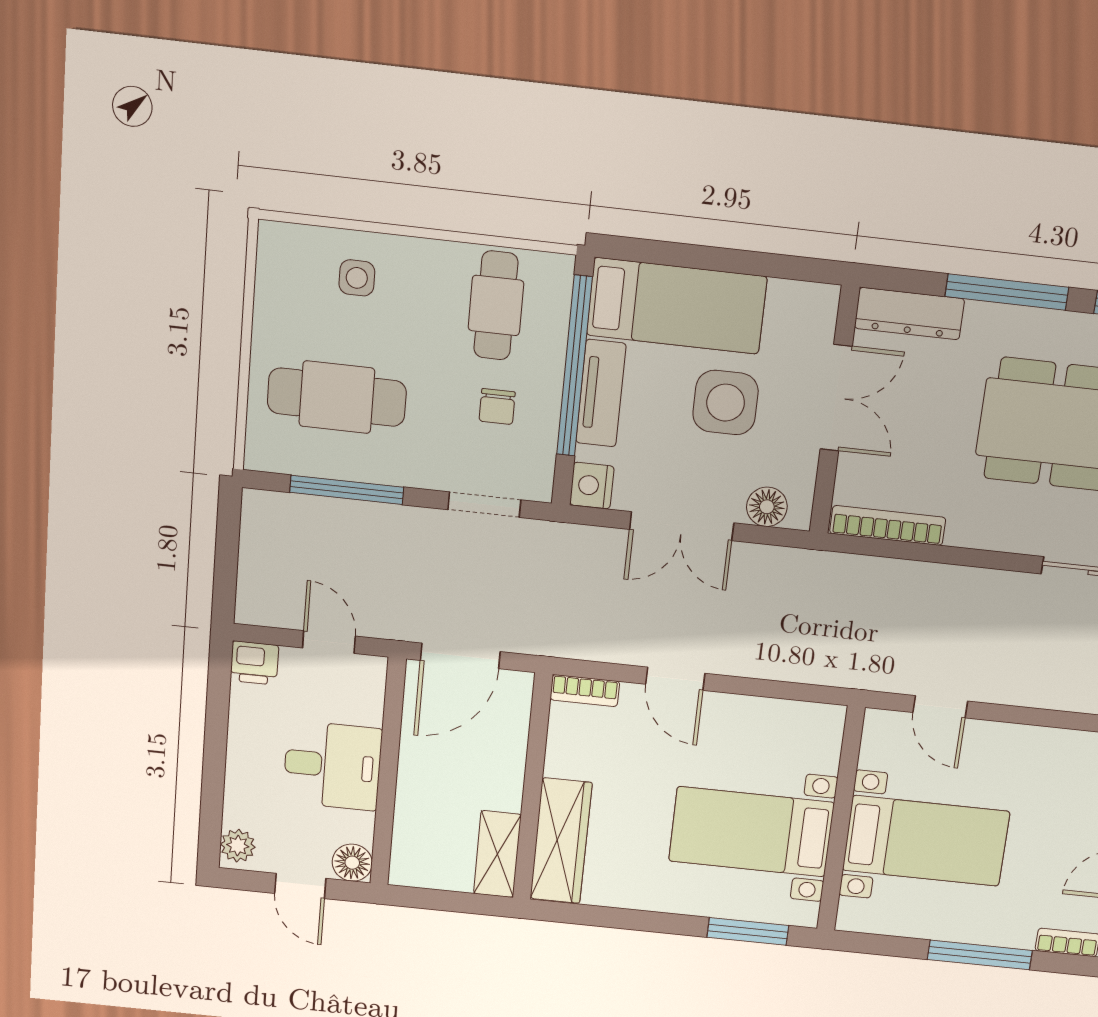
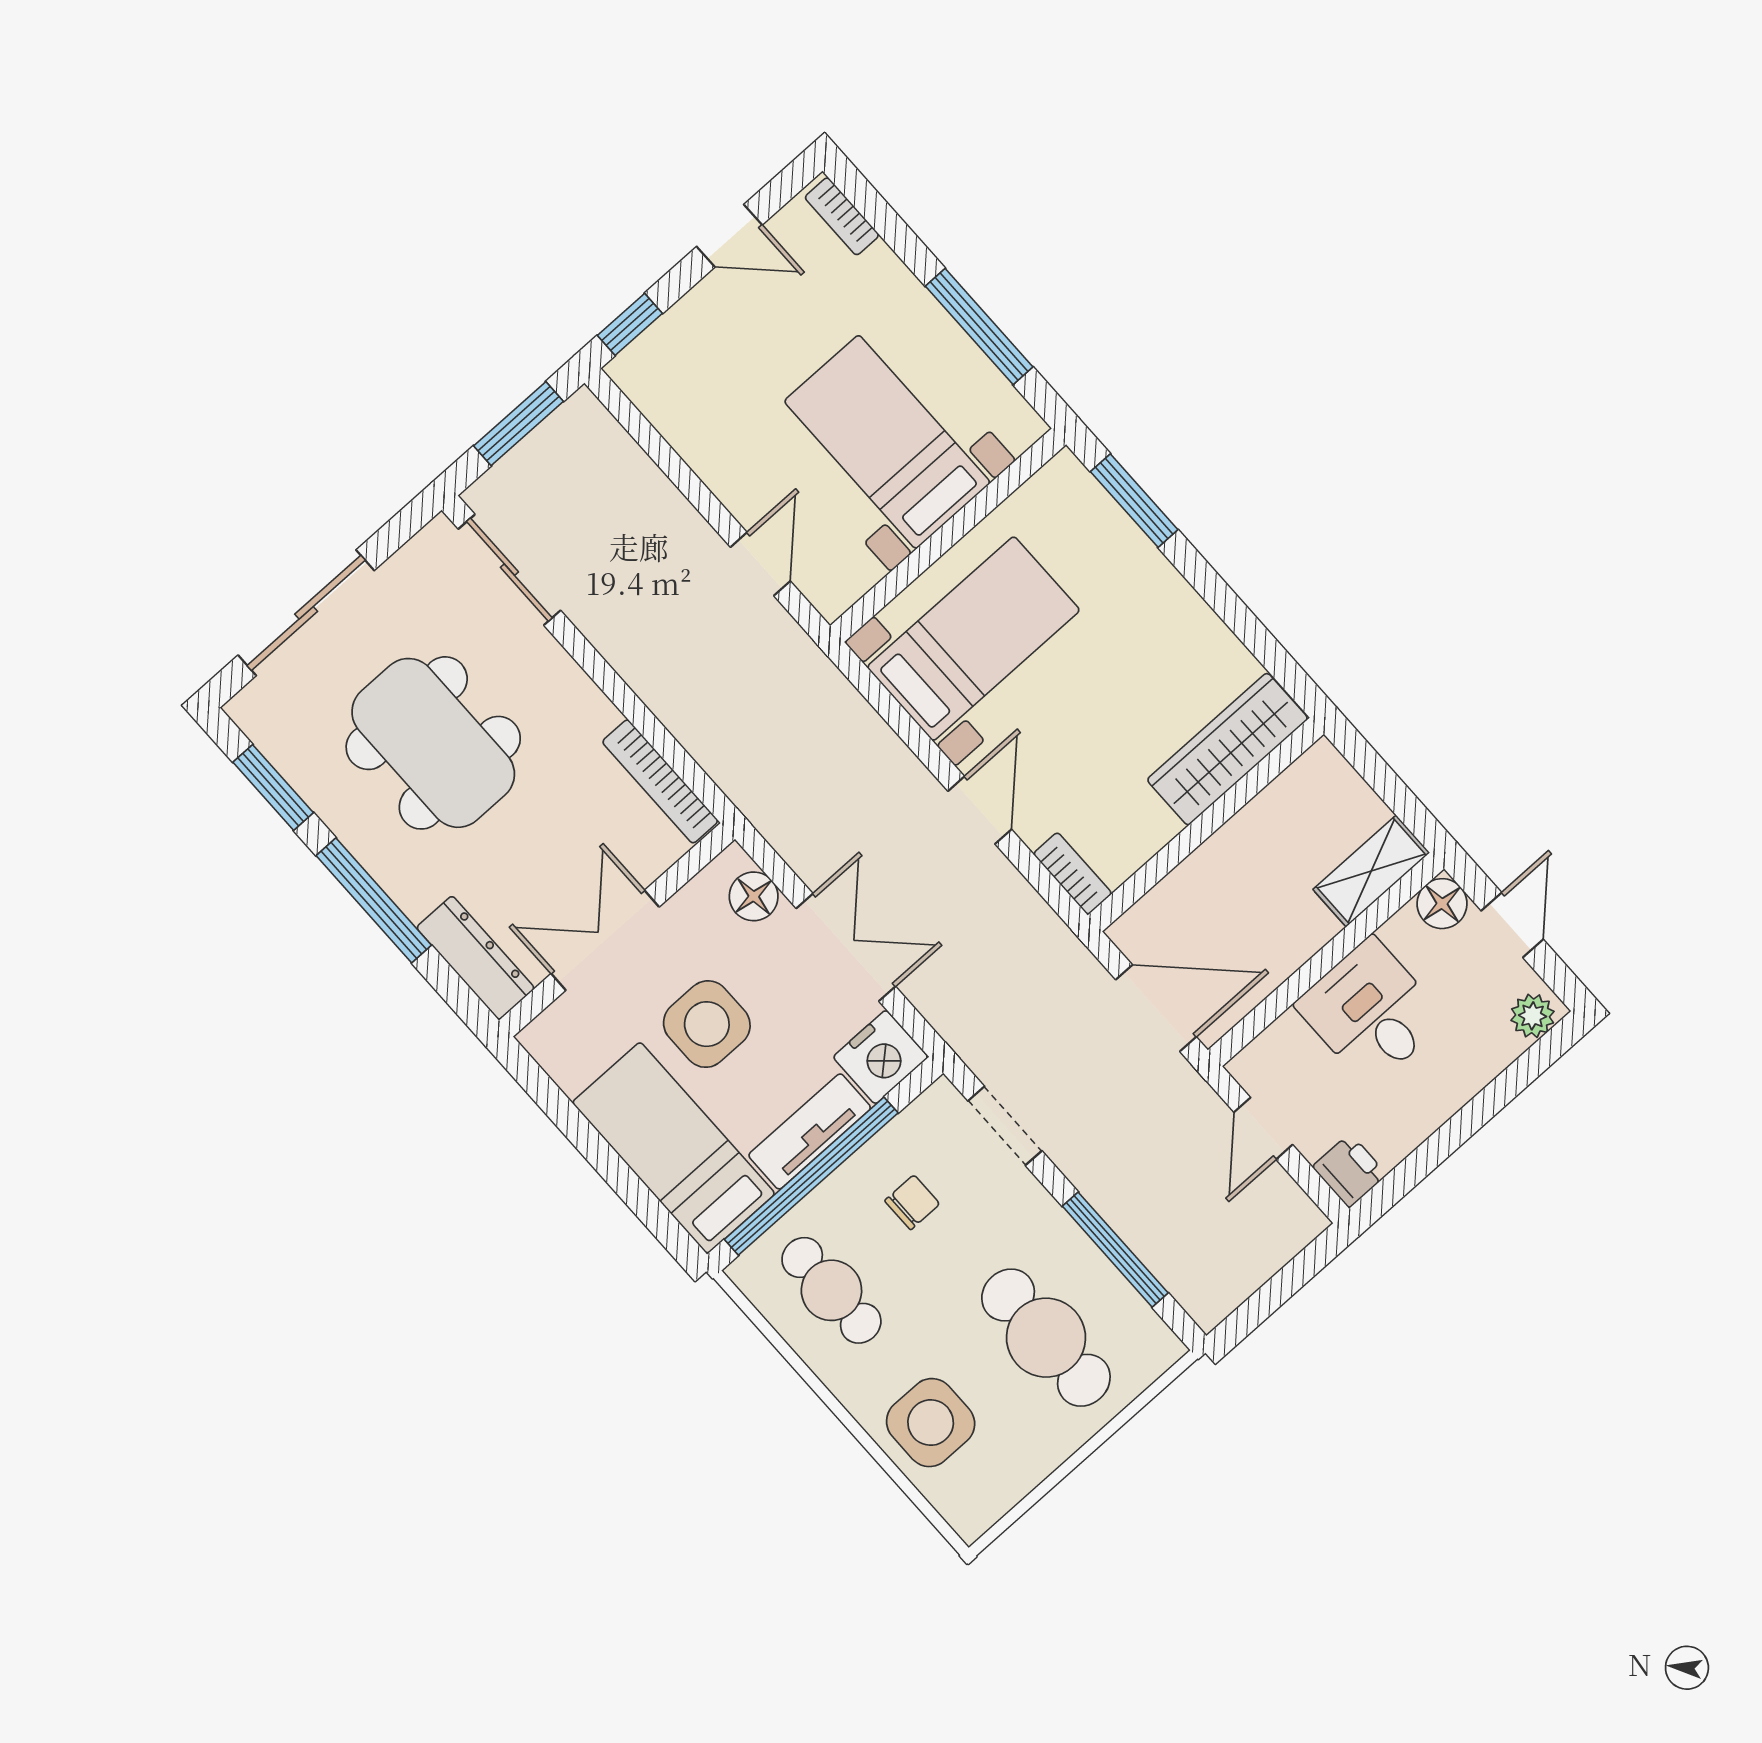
side table: (357, 278) -> (931, 1423), width x1.87, depth x1.87
cafe table: (496, 305) -> (831, 1290), turned 90
nightstand: (592, 486) -> (881, 1057), width x1.36, depth x1.33
bed with nightstands: (751, 832) -> (973, 639), moved, turned -90
shelving: (497, 854) -> (1371, 871), moved
window: (980, 955) -> (979, 327), moved

